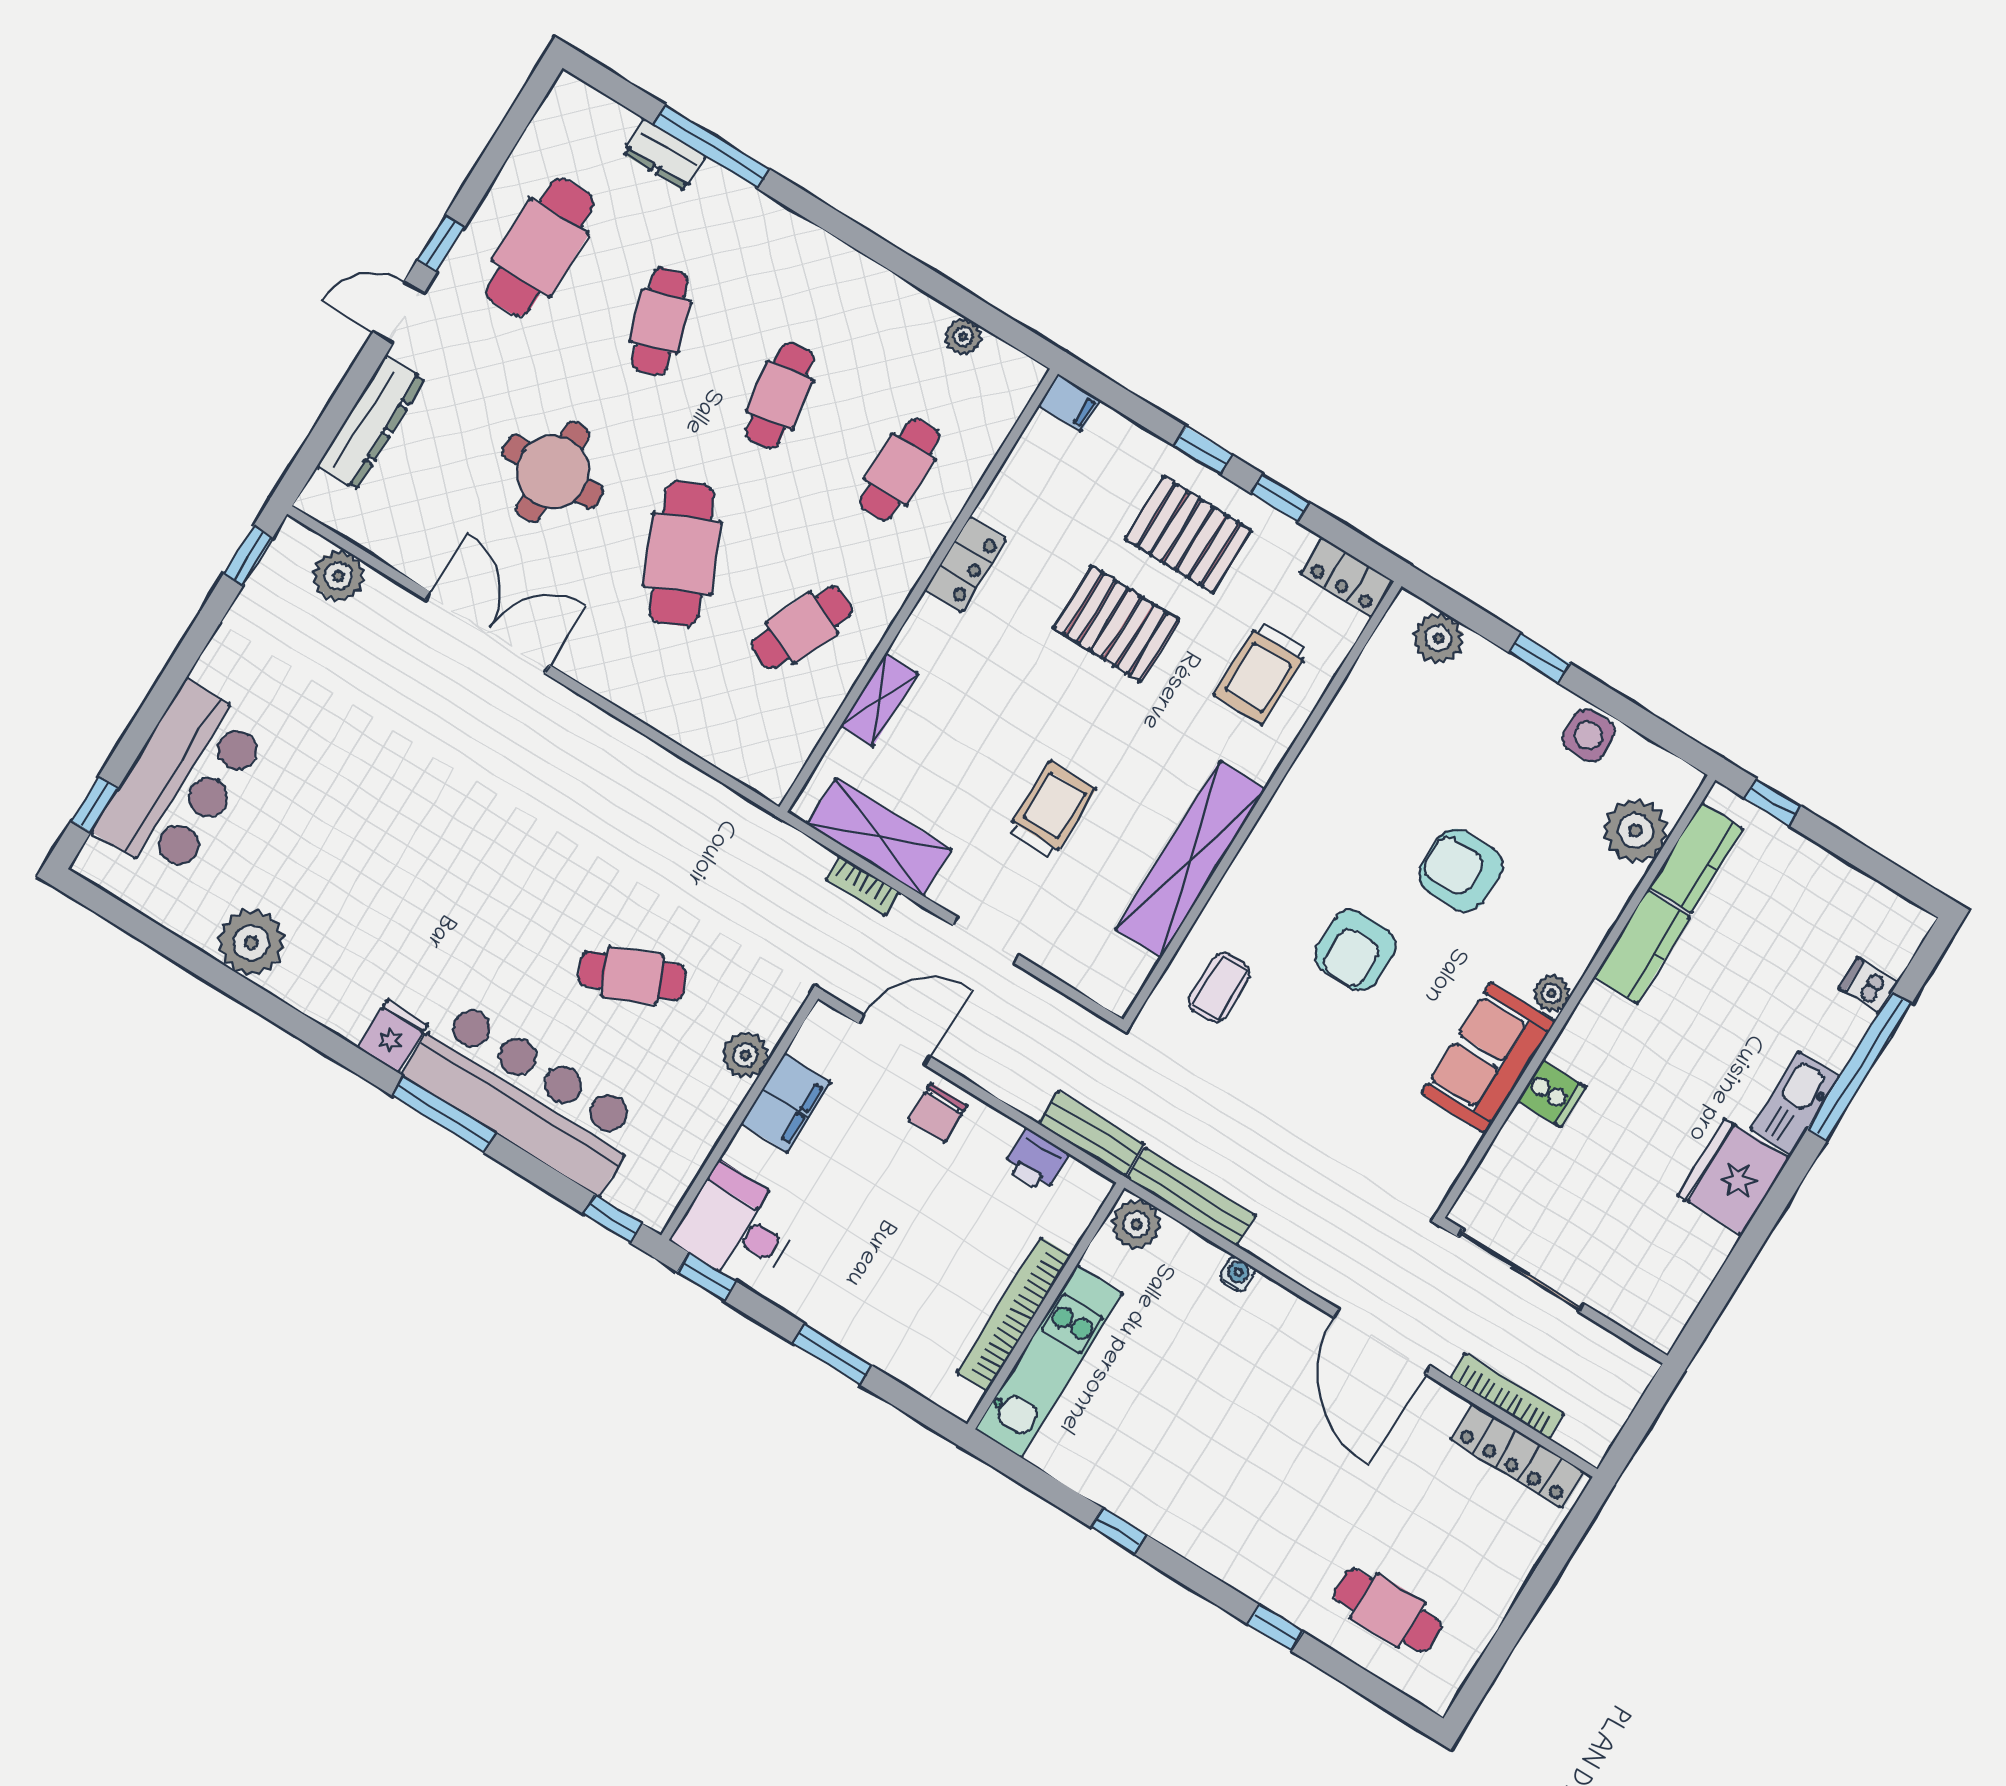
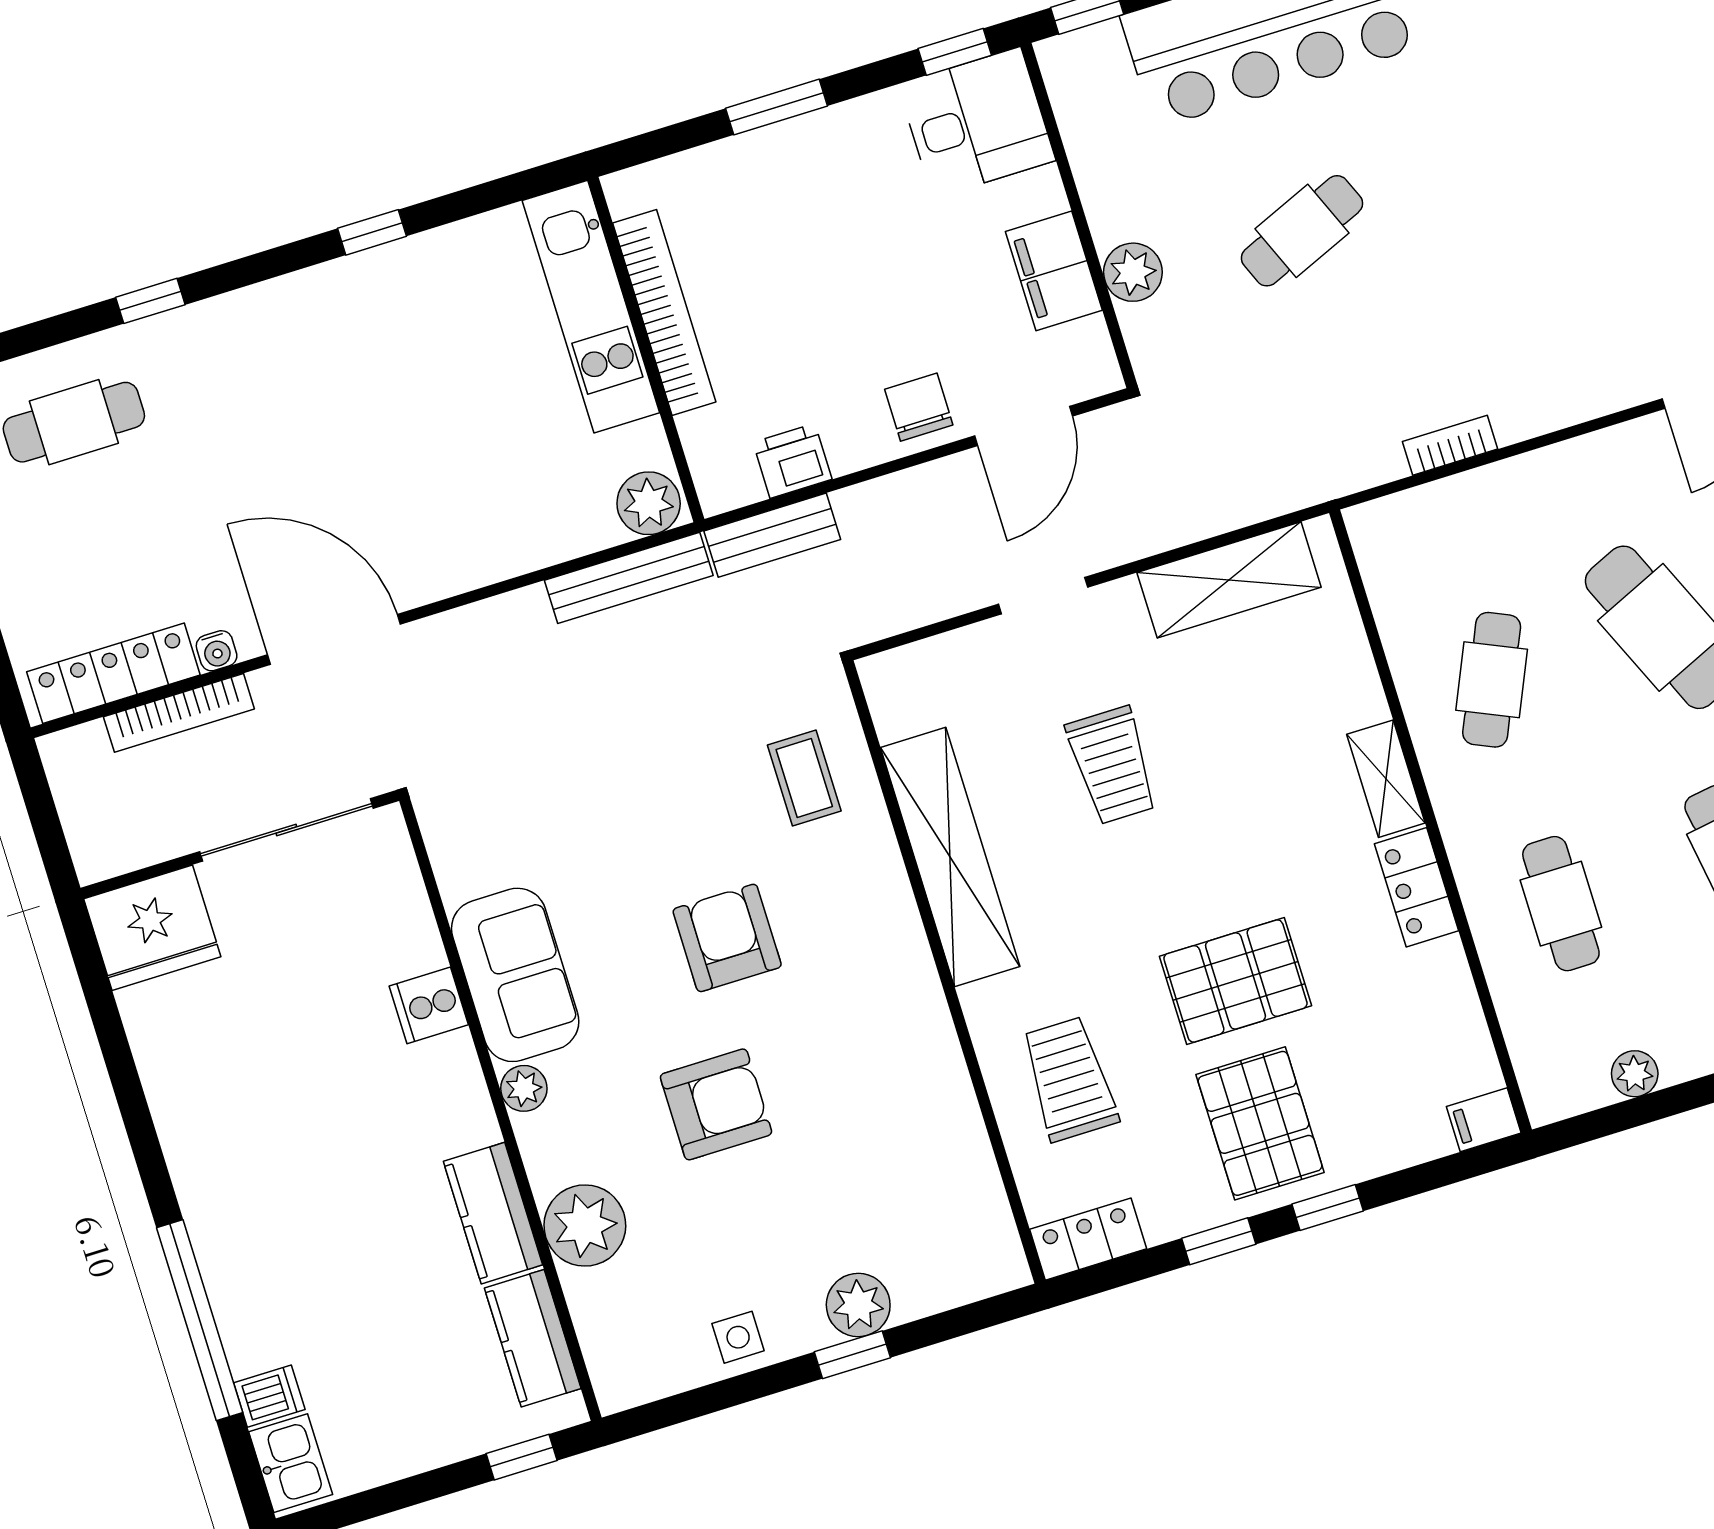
pallet: (1188, 535) -> (1260, 1123), turned 90
plant: (1438, 638) -> (858, 1305), moved
shelving: (879, 700) -> (1386, 779), moved
side table: (1589, 735) -> (738, 1337), width x0.73, depth x0.73
plant: (1636, 831) -> (585, 1226), moved
bookcase: (863, 886) -> (1450, 445), moved
kitchen sink: (1795, 1103) -> (291, 1463), moved, width x0.73
fridge: (1733, 1177) -> (152, 928), moved, turned 90
water cooler: (1237, 1274) -> (217, 651), moved

